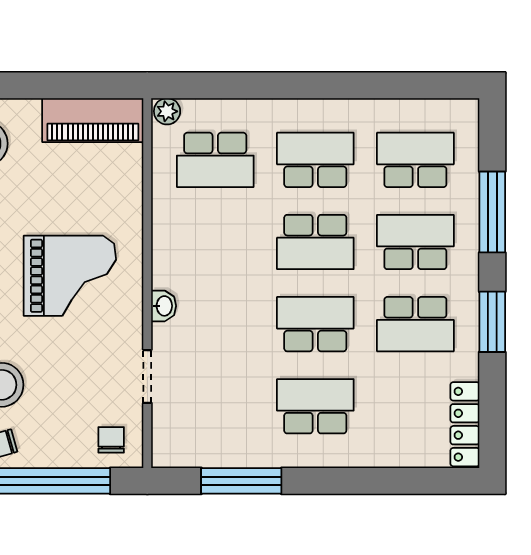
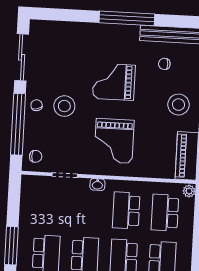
school desk: (215, 242) -> (126, 210), added
window: (241, 481) -> (11, 246), moved

